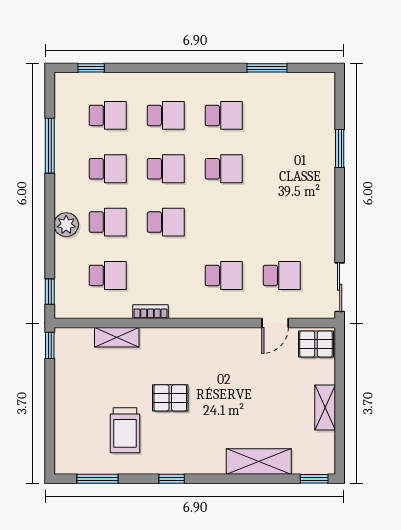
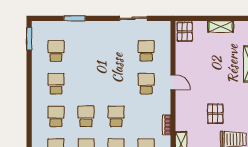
window: (267, 68) -> (29, 39), moved
school desk: (224, 169) -> (56, 51), moved
sliding door: (340, 287) -> (133, 18), moved
door: (275, 323) -> (173, 82), moved

